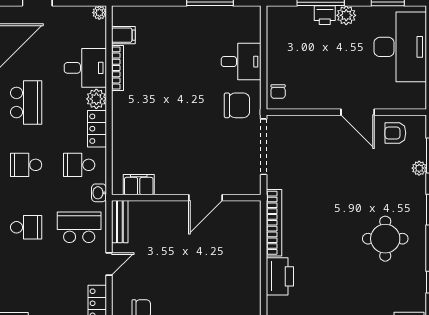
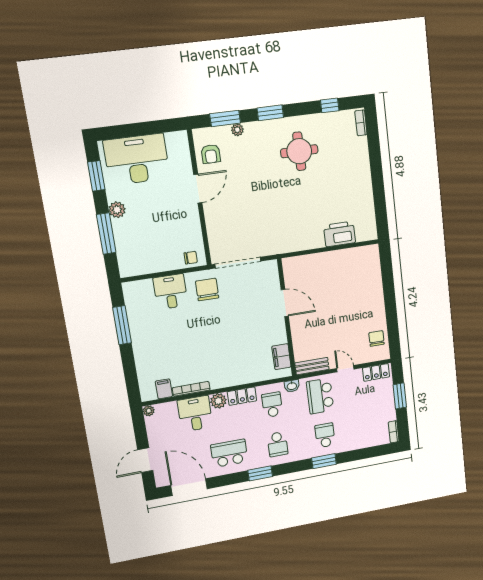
printer: (325, 15) -> (120, 228), removed
school desk: (79, 165) -> (272, 405), turned 180
bookcase: (274, 223) -> (298, 245), removed

